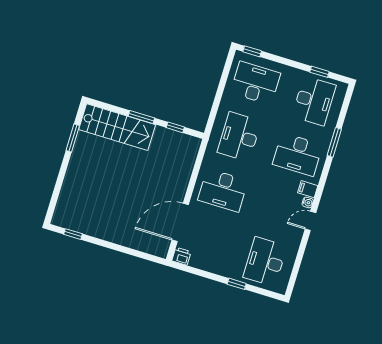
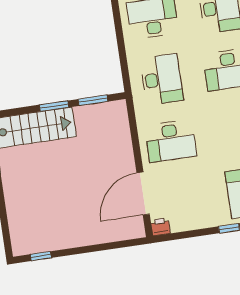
window: (175, 127) -> (93, 100), width x1.50
desk: (239, 137) -> (162, 79), turned 180

